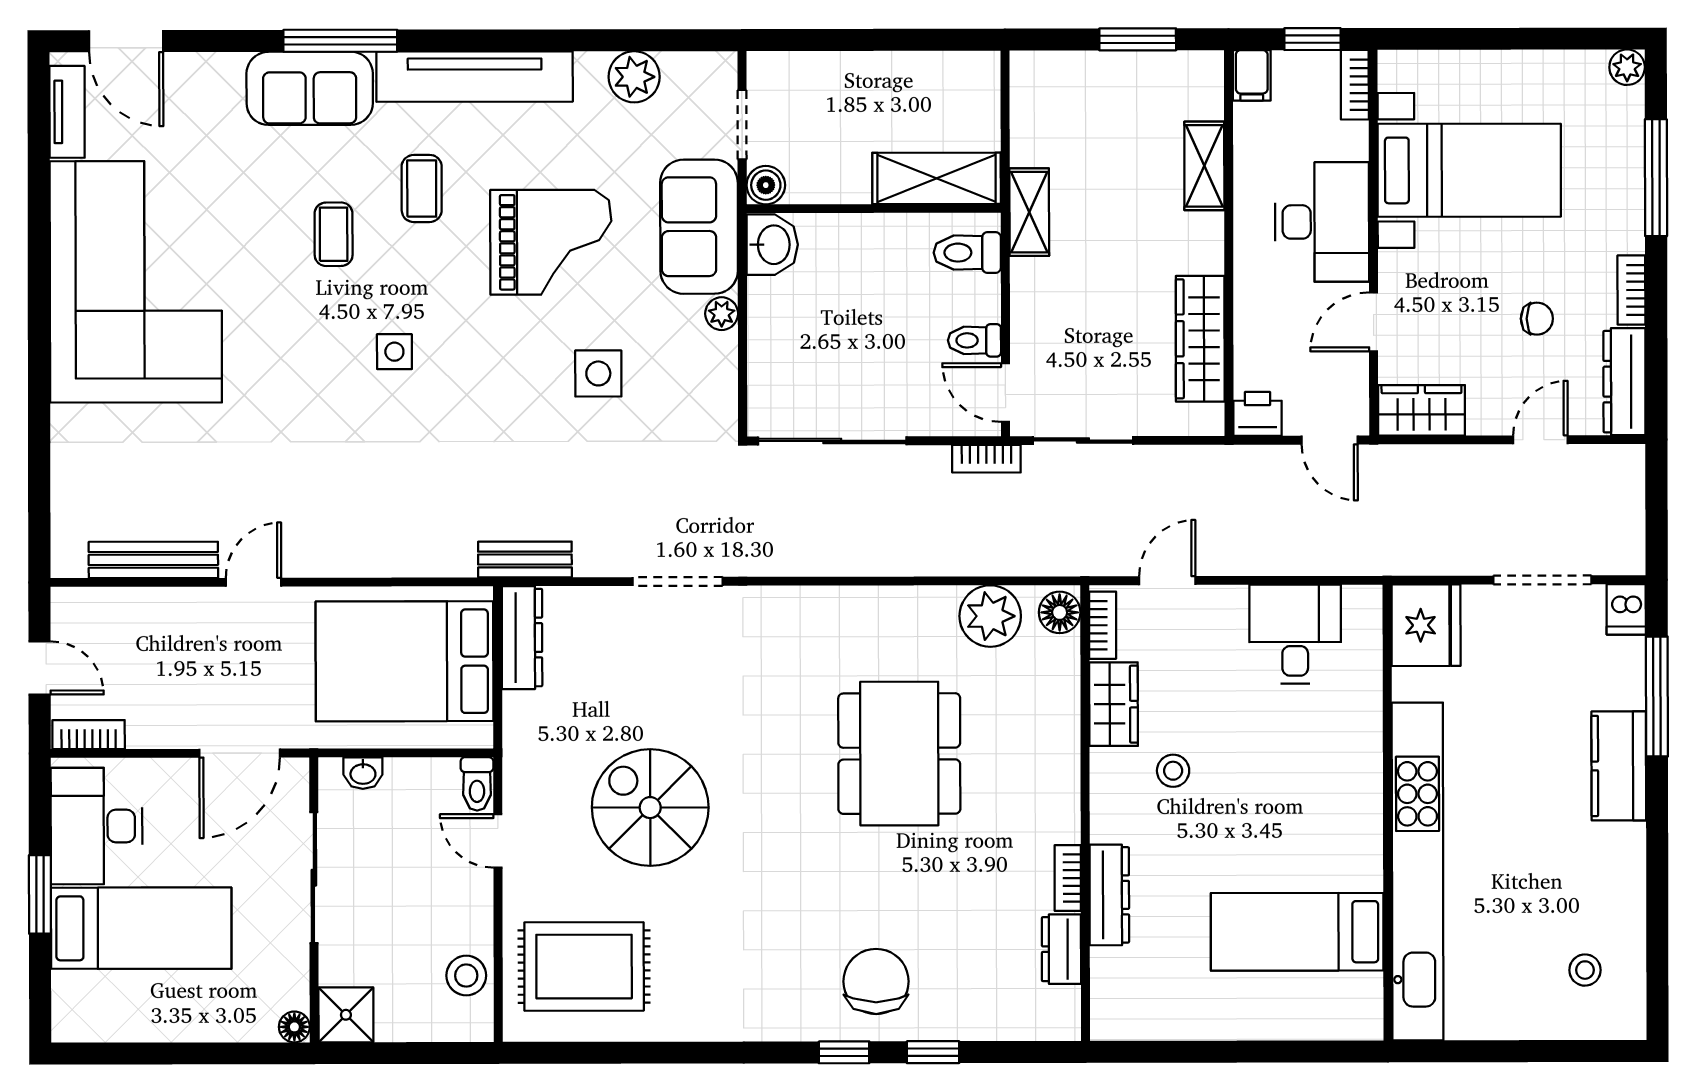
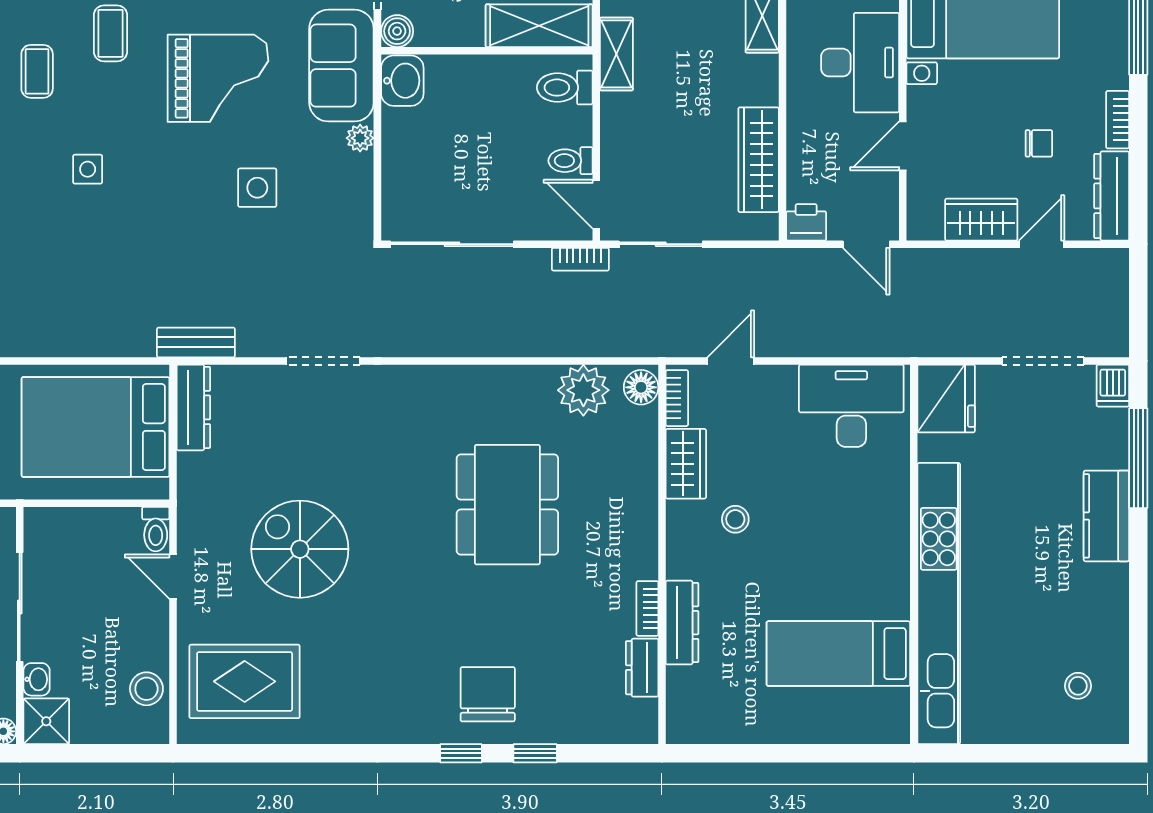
wardrobe: (1422, 410) -> (981, 220), moved
desk: (1295, 634) -> (851, 406), width x1.37
washbasin: (363, 773) -> (37, 679), moved, turned -90

